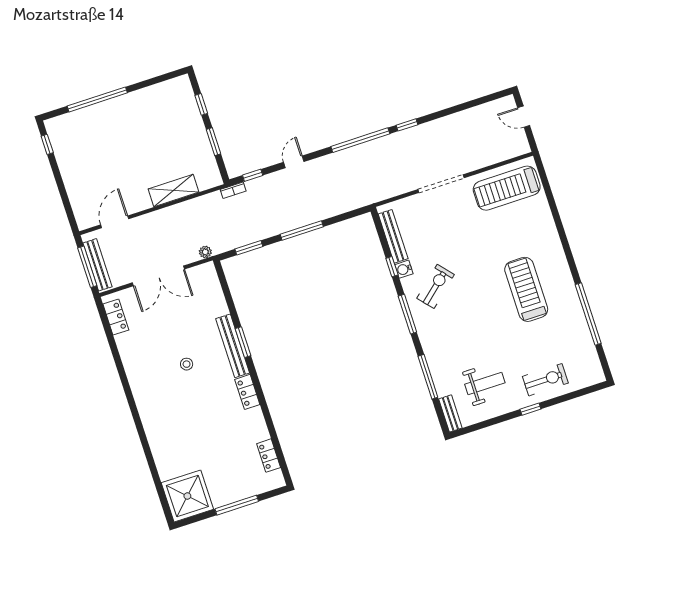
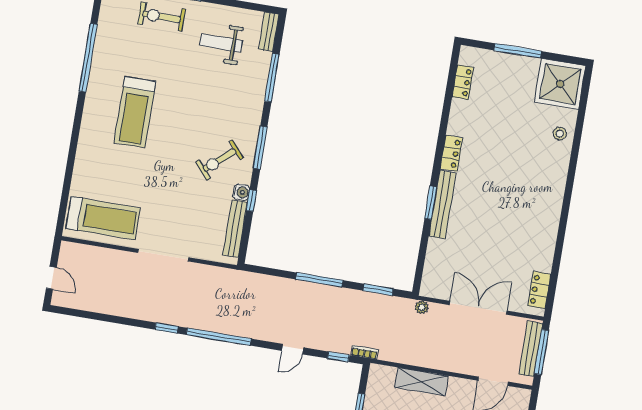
stool: (187, 364) -> (560, 134), moved

